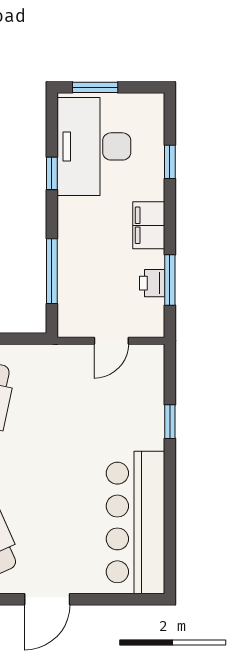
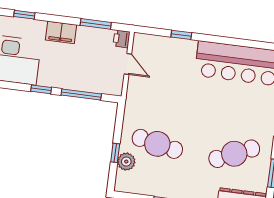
window: (52, 173) -> (41, 89), moved
printer: (152, 283) -> (122, 39), moved, turned 90

